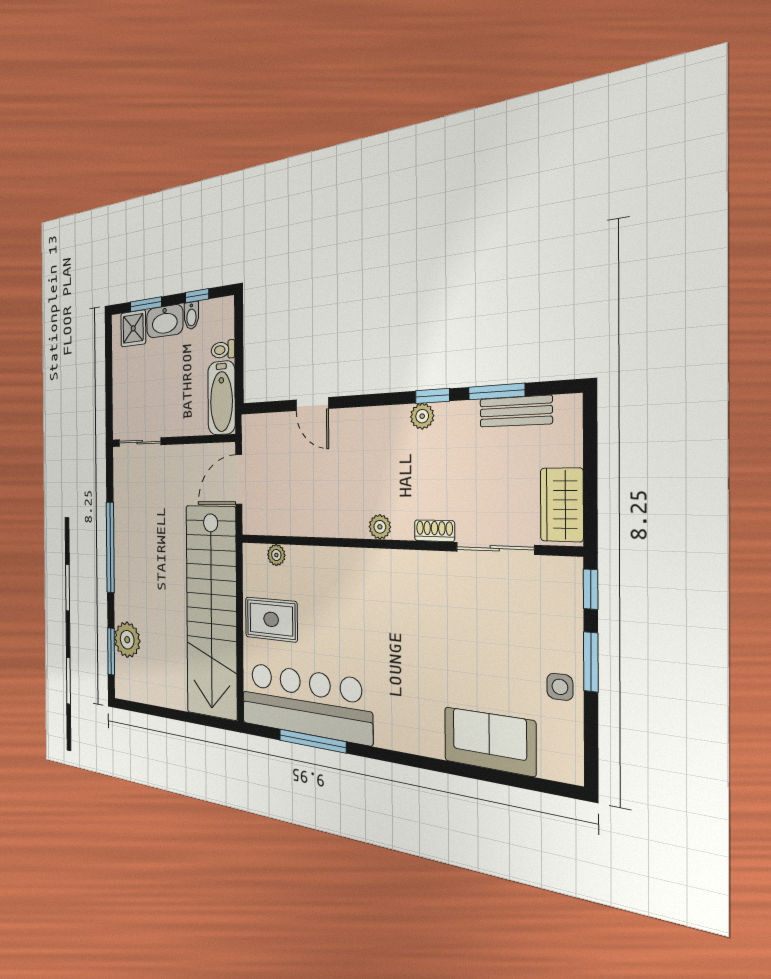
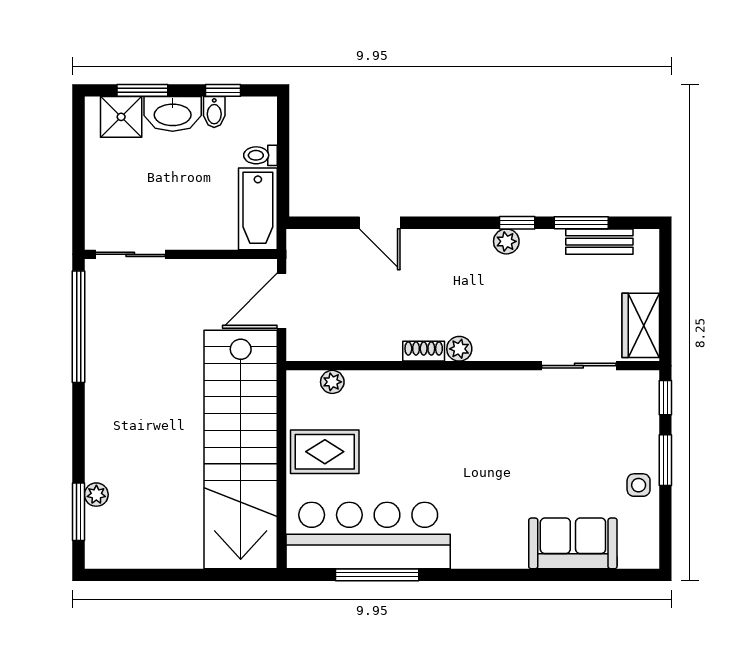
shoe rack: (434, 531) -> (424, 351), moved
window: (110, 547) -> (79, 327), moved
plant: (127, 640) -> (96, 495), width x0.53, depth x0.53

